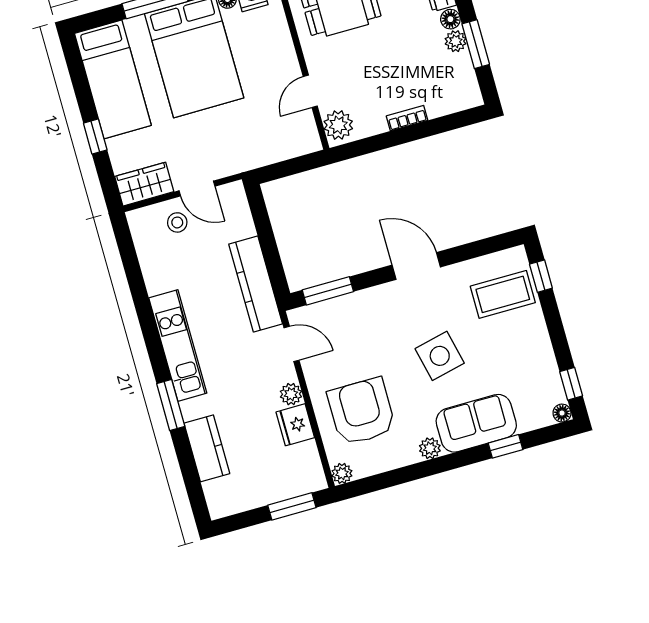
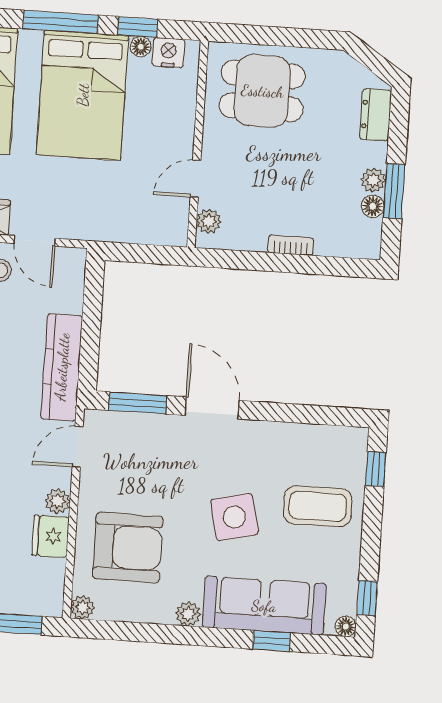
floor lamp: (450, 19) -> (373, 206), moved
plant: (338, 125) -> (209, 221), width x0.73, depth x0.73
door: (416, 266) -> (212, 408), moved
coffee table: (503, 294) -> (318, 506), moved
door: (292, 344) -> (78, 447), swing flipped
armchair: (362, 411) -> (128, 547), turned 90
sofa: (476, 423) -> (264, 606), width x1.36

